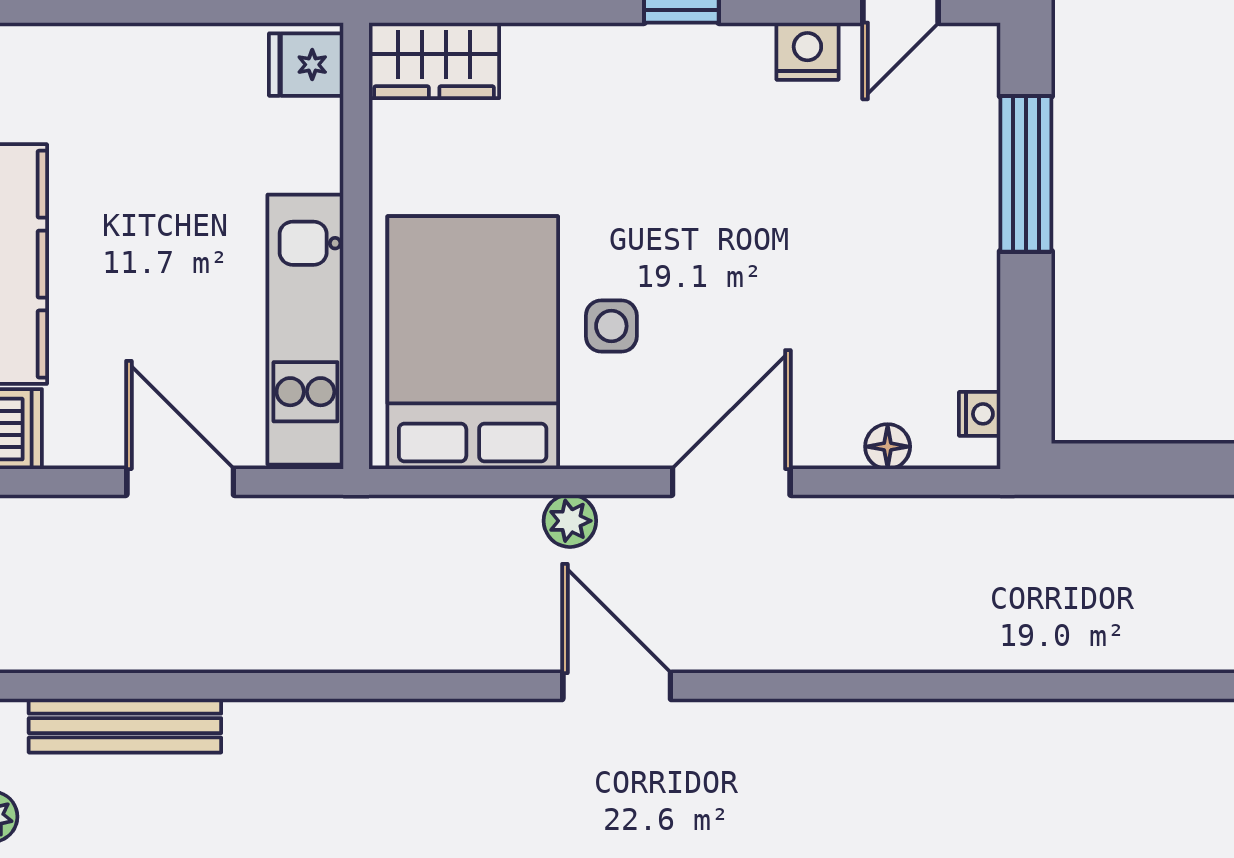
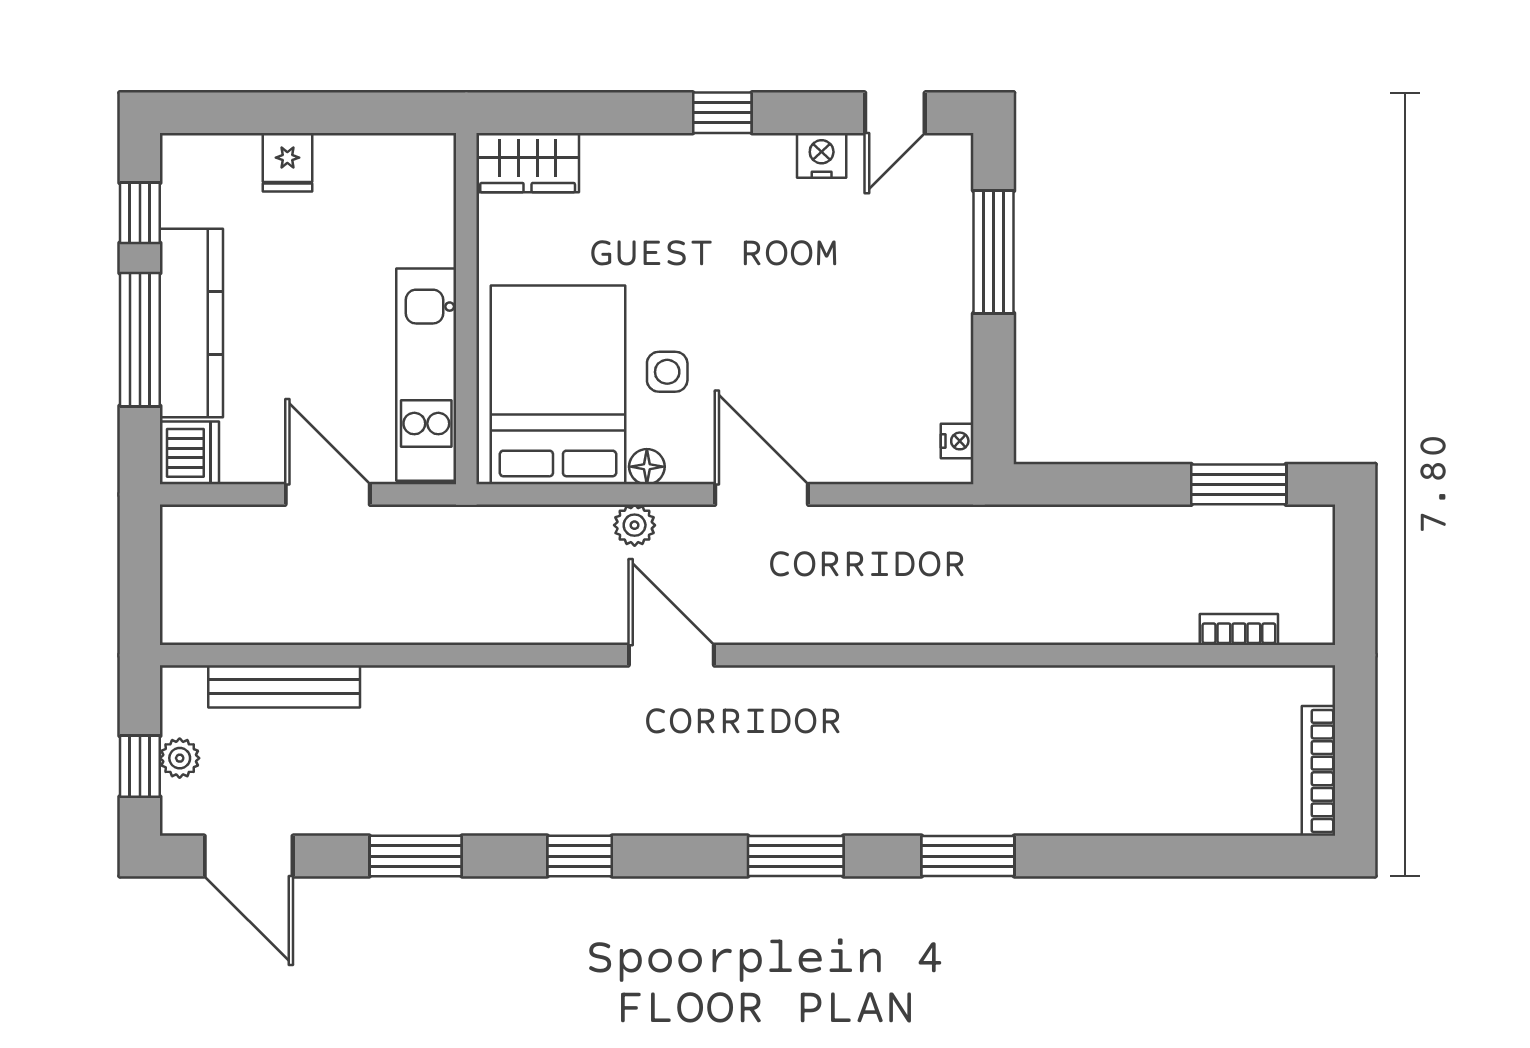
fridge: (306, 65) -> (287, 162), moved, turned -90
floor lamp: (888, 447) -> (647, 467), moved
door: (731, 482) -> (762, 494), hinge flipped

